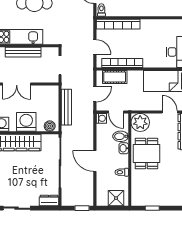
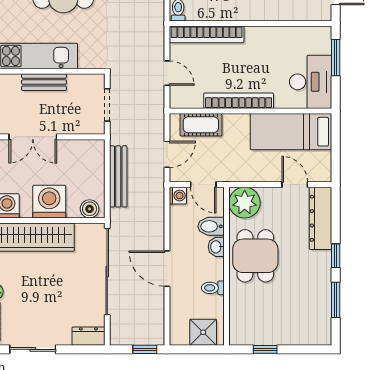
bench: (23, 52) -> (44, 82), width x0.73
bookcase: (122, 63) -> (239, 101), moved

